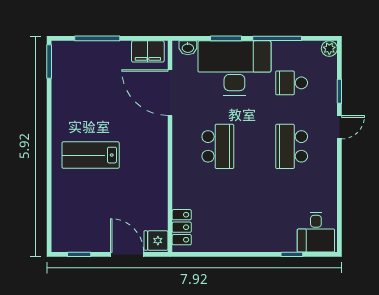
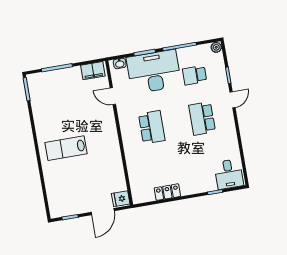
door: (170, 93) -> (113, 96), width x0.53
locker: (182, 227) -> (167, 192), moved, turned -90
door: (127, 254) -> (103, 212), swing flipped

